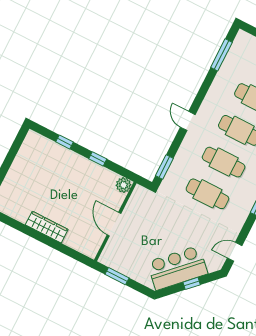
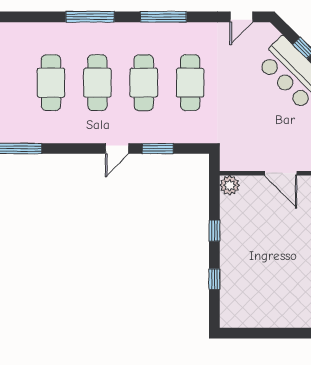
window: (164, 167) -> (158, 149), moved
door: (114, 224) -> (281, 173), hinge flipped
door: (235, 252) -> (241, 17), hinge flipped

